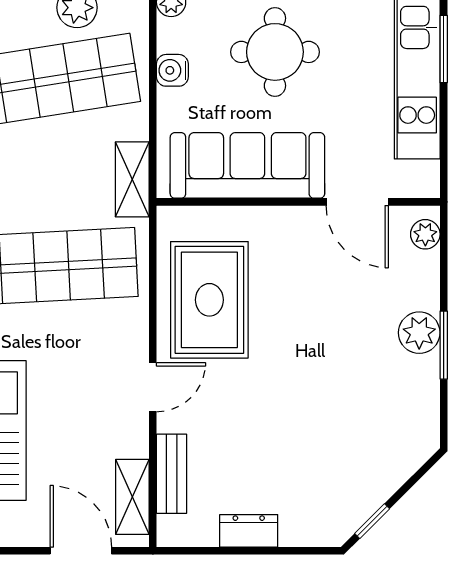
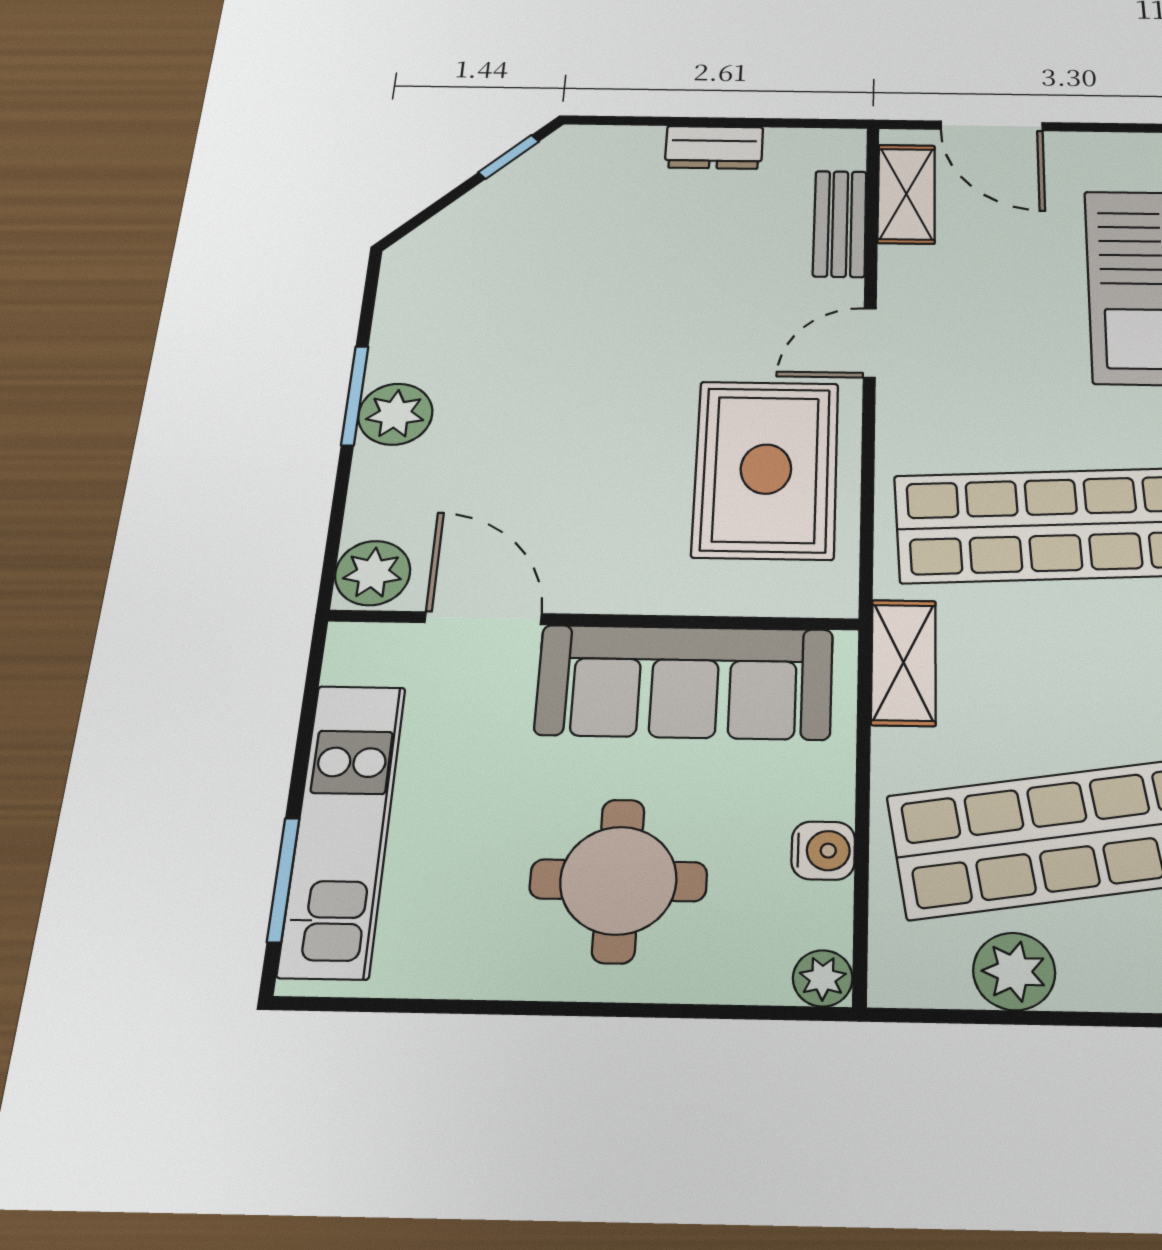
plant: (425, 234) -> (373, 573), width x1.38, depth x1.38

